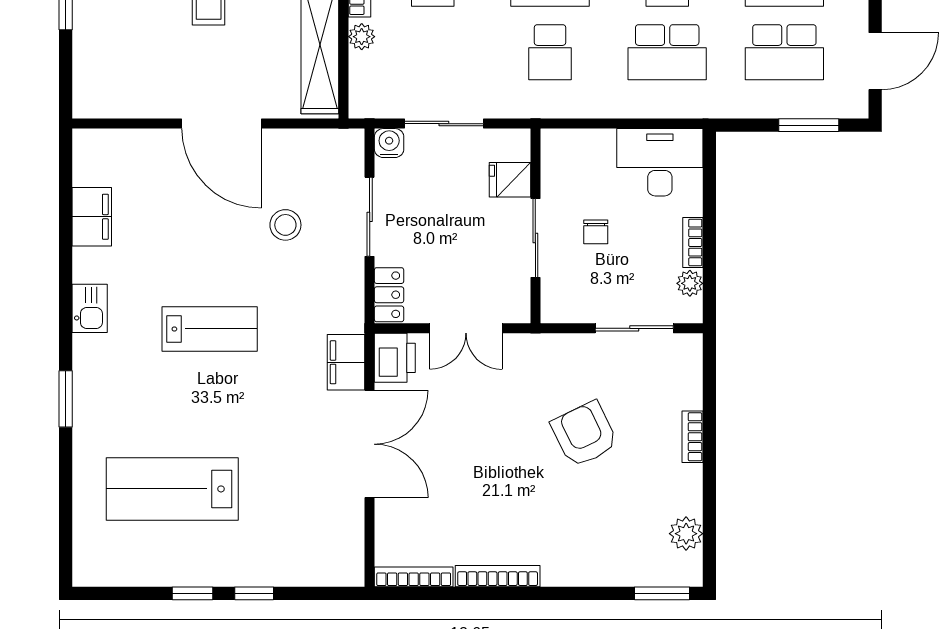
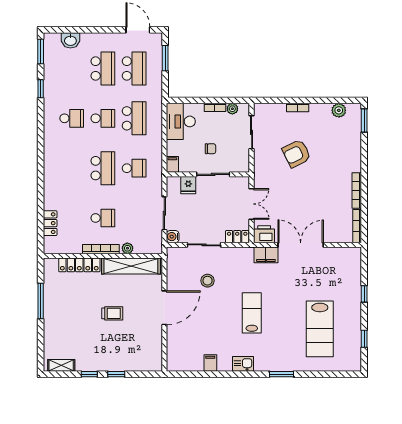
filing cabinet: (559, 142) -> (172, 164), added
filing cabinet: (92, 217) -> (210, 363), width x0.50
window: (193, 593) -> (364, 339), moved

